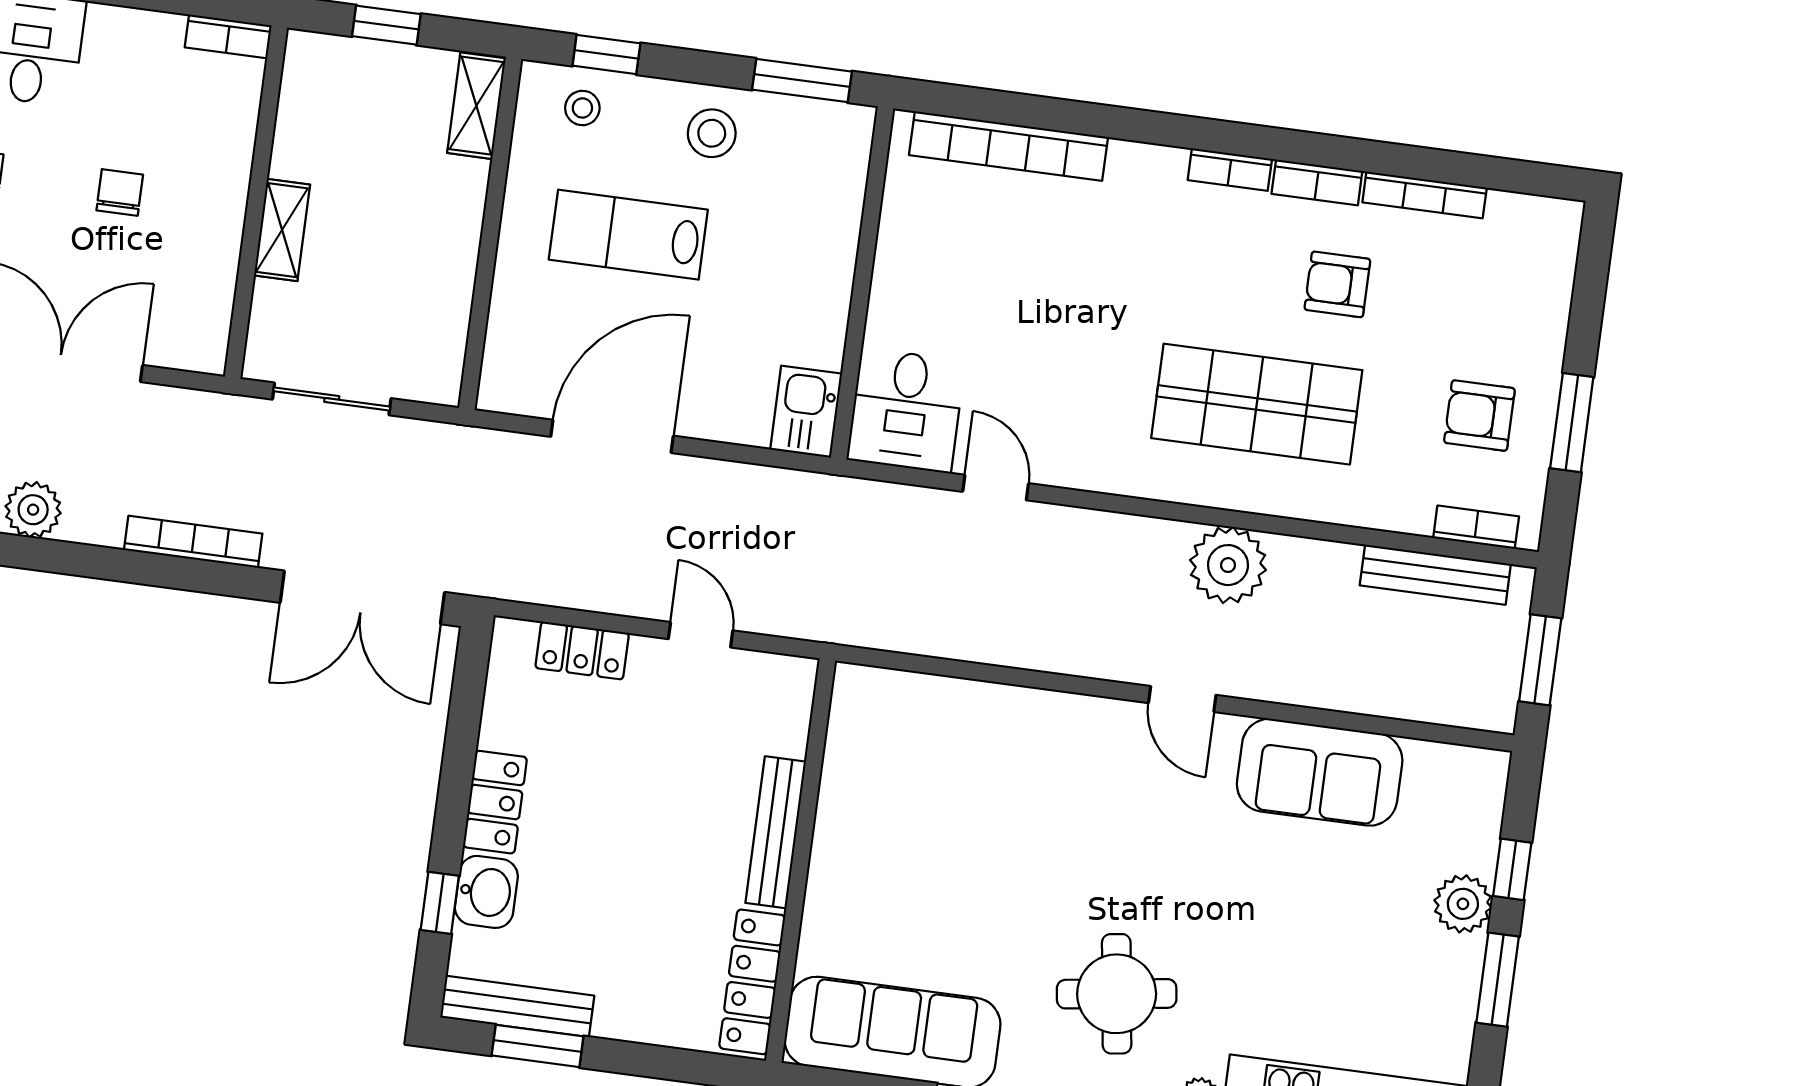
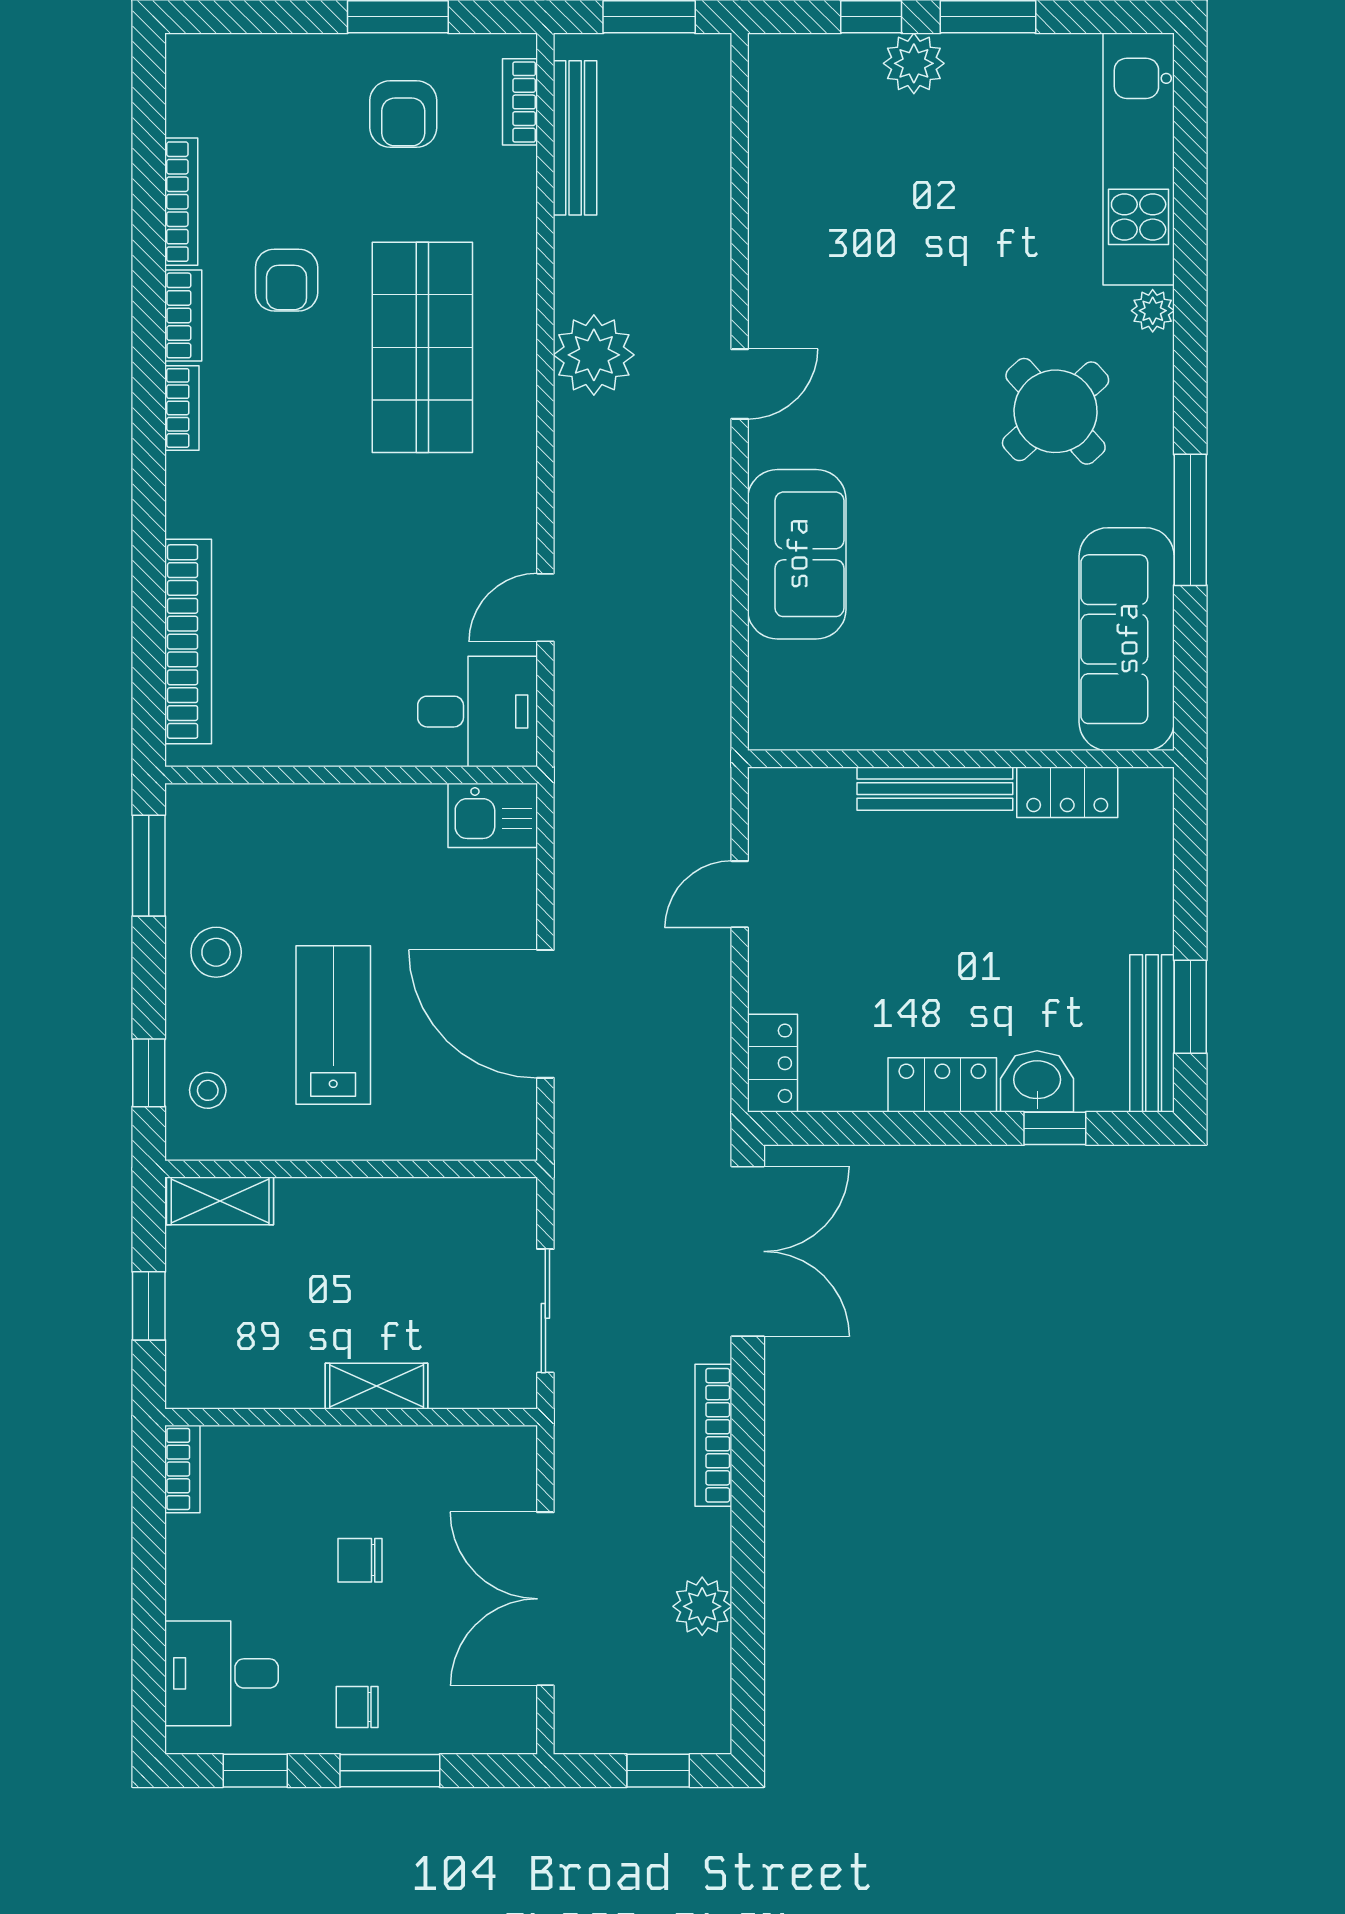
lab bench: (628, 235) -> (333, 1025), turned 180
locker: (582, 651) -> (773, 1063), moved
sofa: (1320, 772) -> (797, 554), moved
locker: (752, 982) -> (1067, 792), width x0.66
round table: (1117, 994) -> (1056, 411), turned -34

